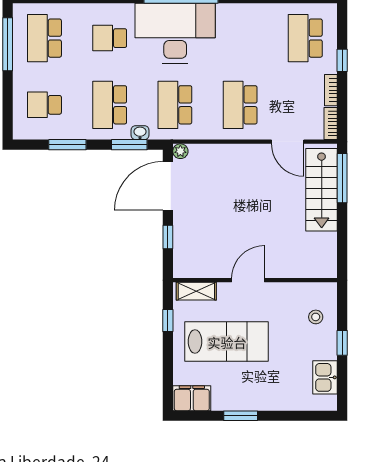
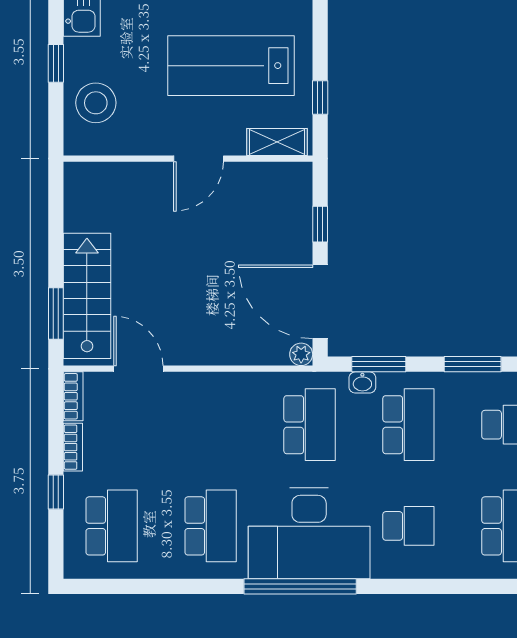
school desk: (240, 105) -> (211, 526), moved
window: (342, 178) -> (56, 313), width x0.69
door: (168, 186) -> (320, 302), swing flipped
stool: (316, 317) -> (96, 103), width x1.89, depth x1.89

